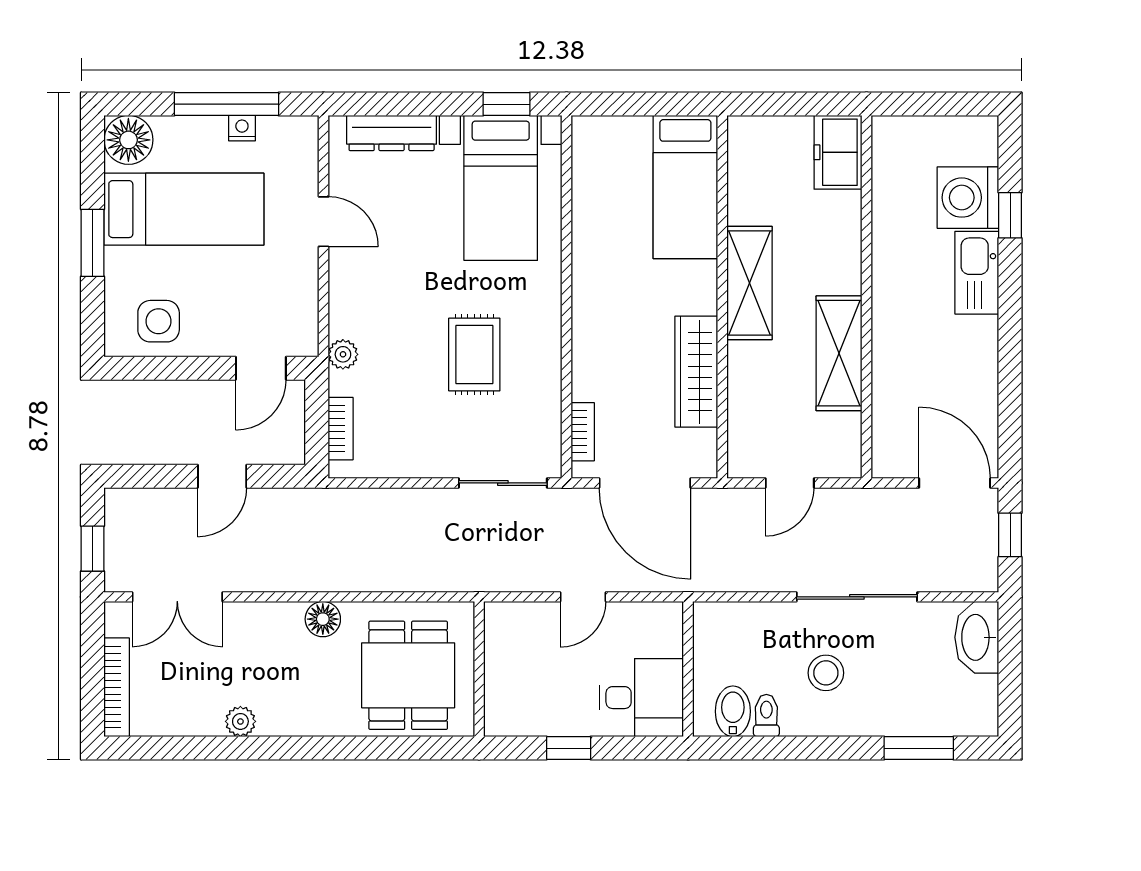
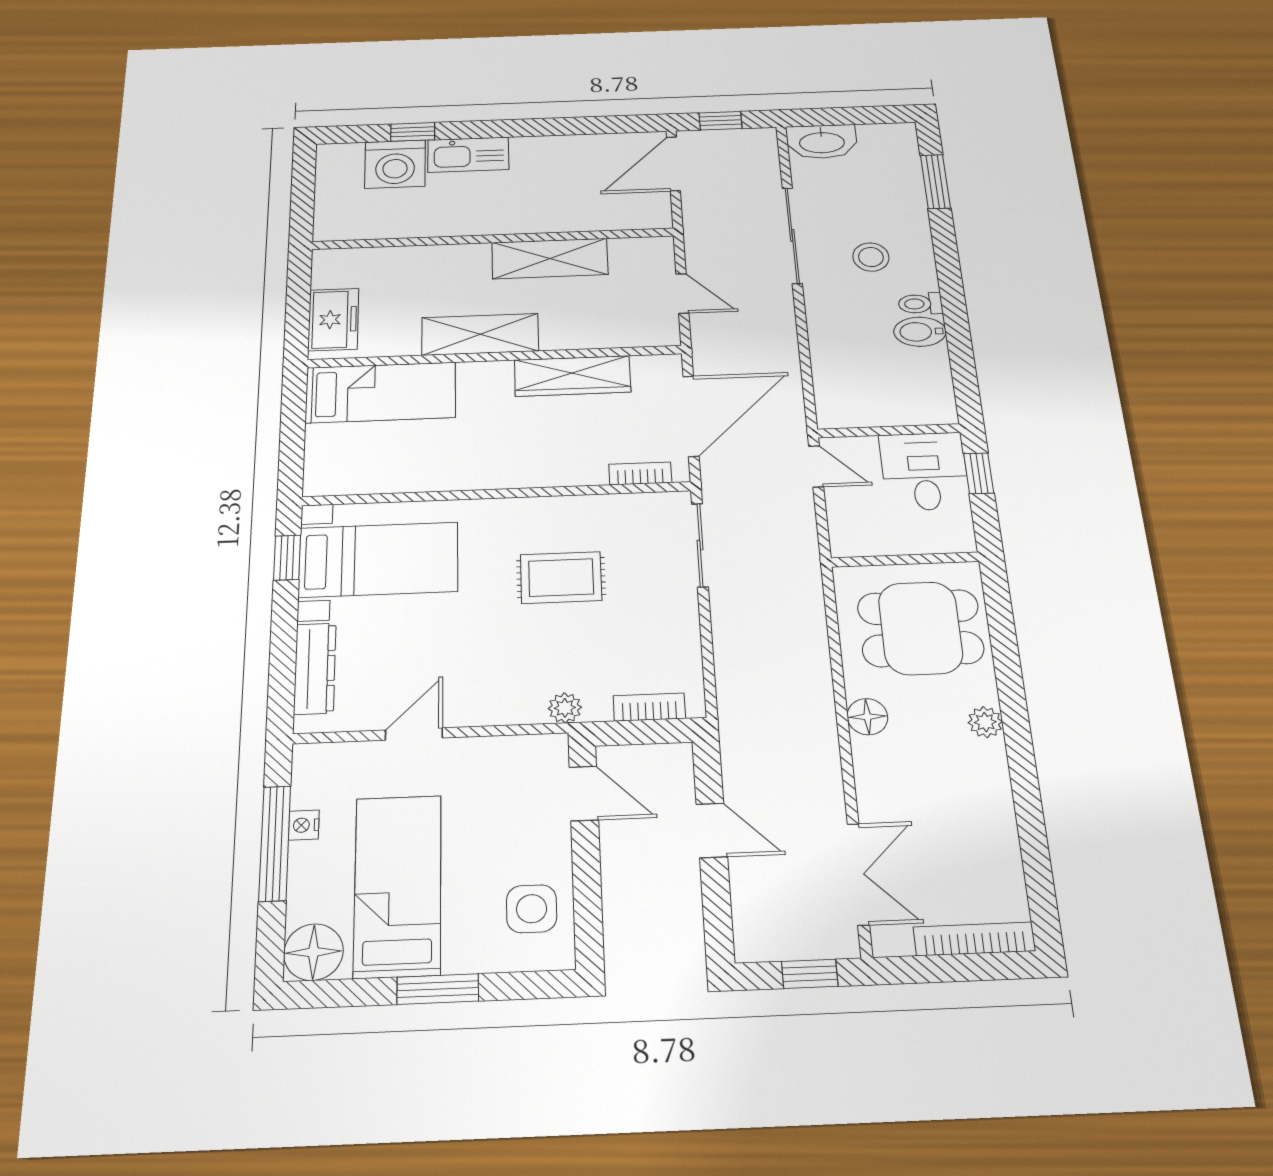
freezer: (838, 152) -> (333, 320), moved, turned -90
wall: (688, 669) -> (889, 431), moved
desk: (641, 698) -> (924, 471), moved
plant: (240, 721) -> (985, 722), moved

